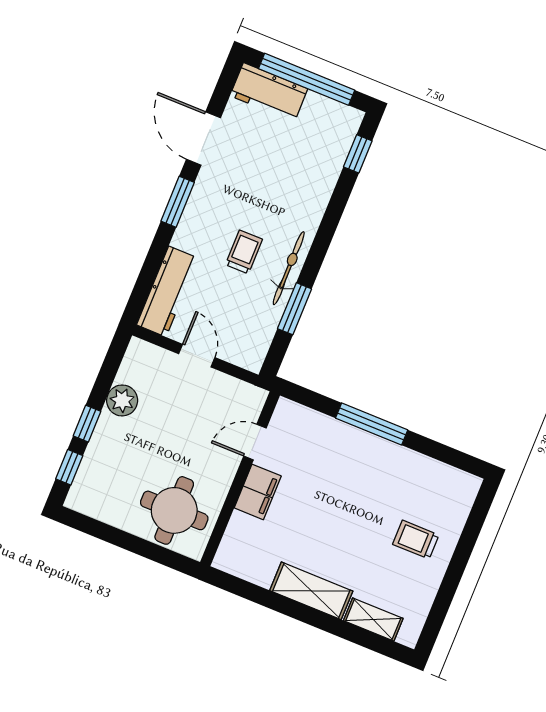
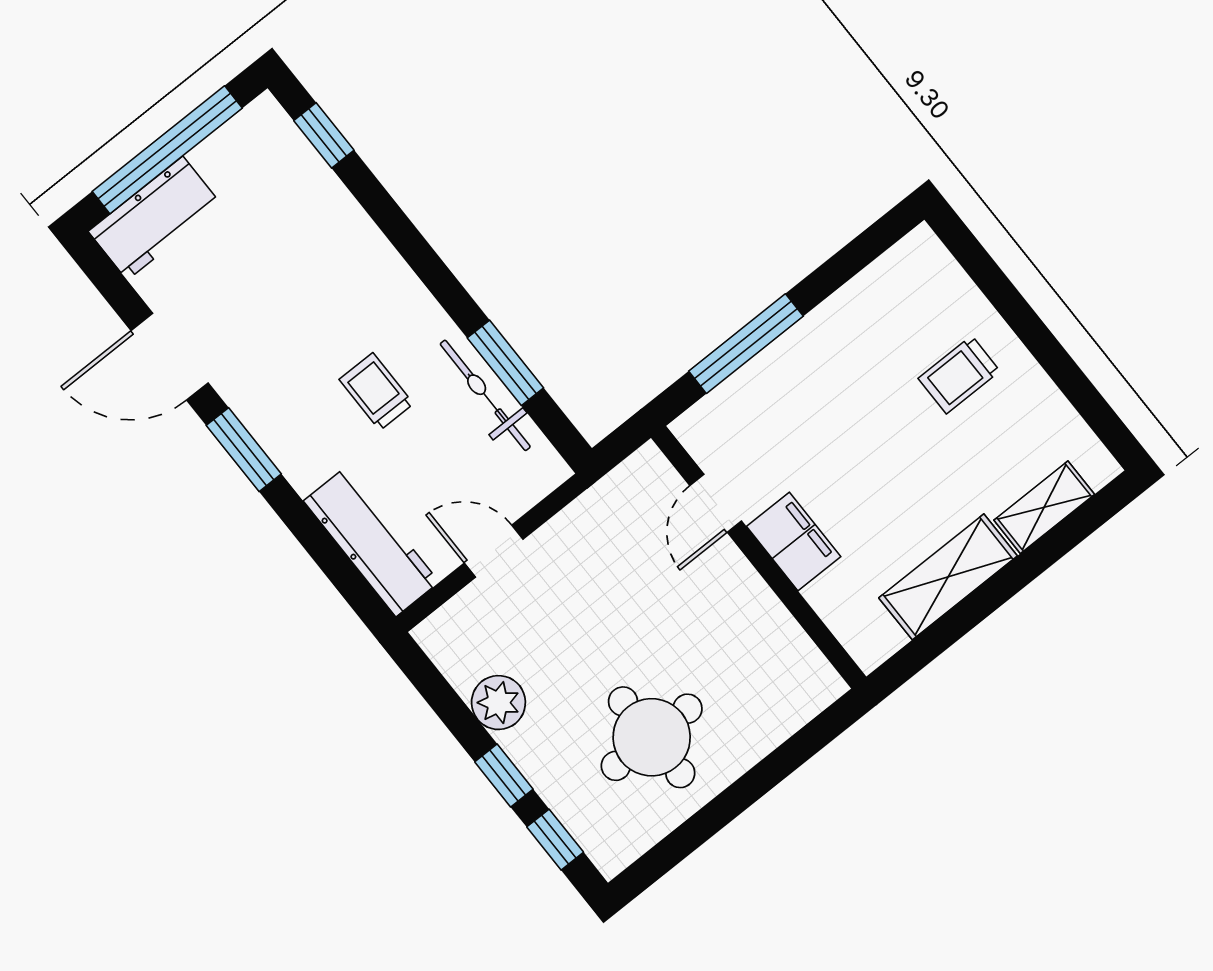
bicycle: (289, 268) -> (485, 395), moved
door: (255, 442) -> (716, 503), moved
wall: (240, 479) -> (759, 557), moved
filing cabinet: (258, 492) -> (794, 542), moved
round table: (174, 510) -> (652, 737), moved

